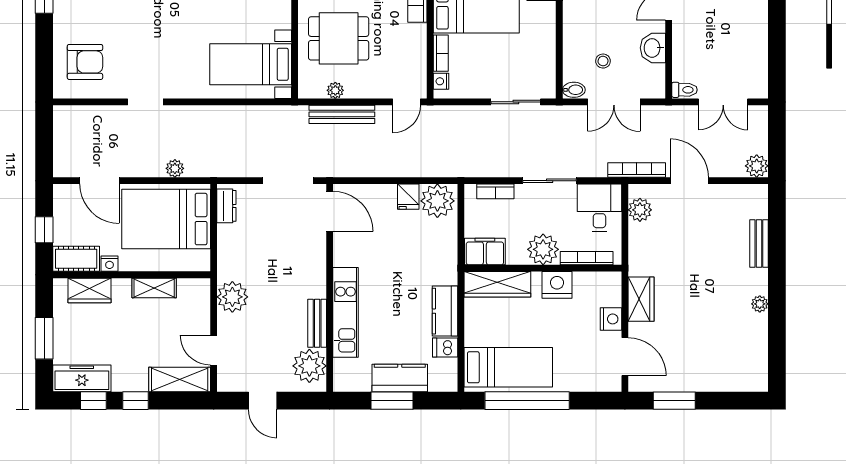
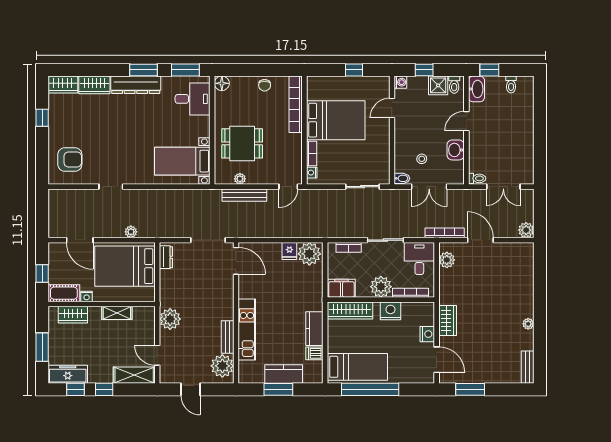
bench: (759, 244) -> (528, 367), moved

